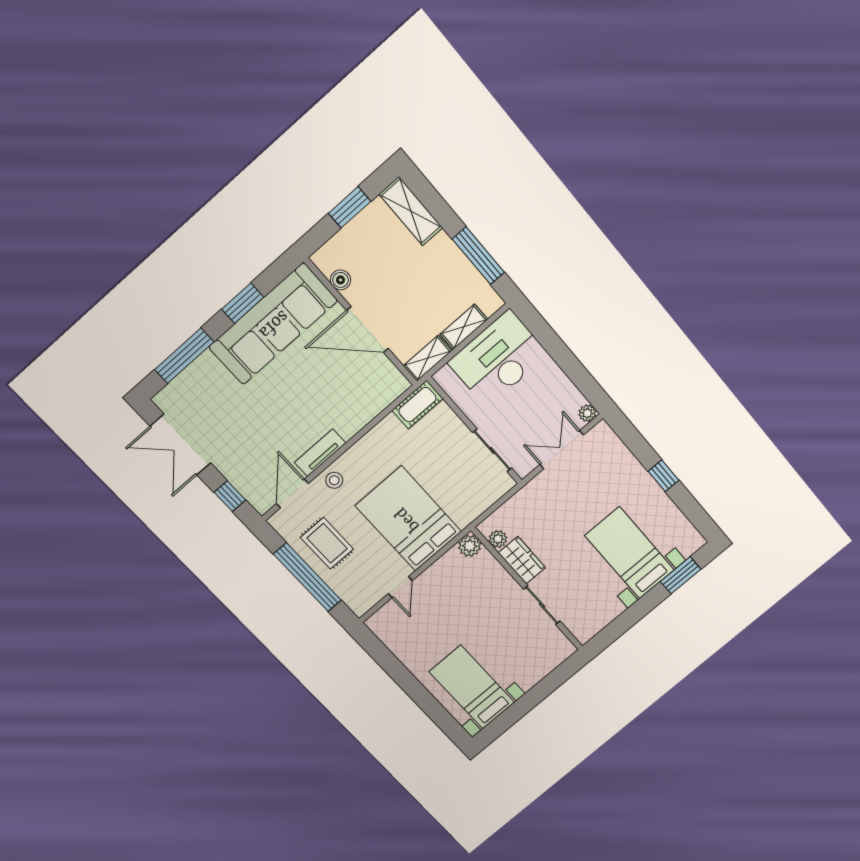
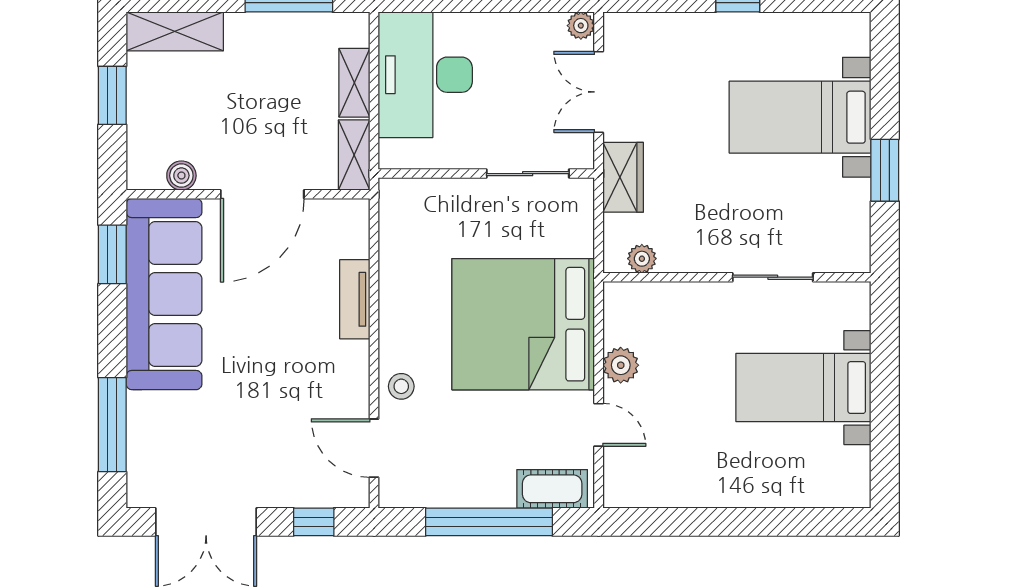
window: (243, 303) -> (112, 254), moved
cot: (417, 405) -> (552, 489), moved, turned 90
tv unit: (320, 453) -> (355, 299), moved
bed: (408, 519) -> (523, 324), width x1.36
rug: (327, 543) -> (469, 462), removed
plant: (470, 546) -> (621, 365), moved
wardrobe: (522, 560) -> (623, 177), moved, turned 90
window: (681, 575) -> (885, 170), moved
bed with nightstands: (472, 687) -> (803, 388), moved

